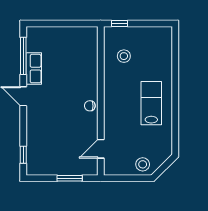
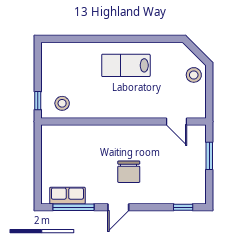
stool: (124, 56) -> (62, 103), moved
row of seats: (34, 69) -> (67, 196), moved
chair: (90, 106) -> (129, 172), moved, width x1.87, depth x1.87

